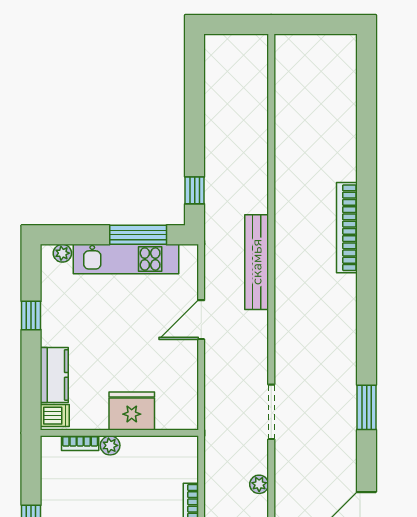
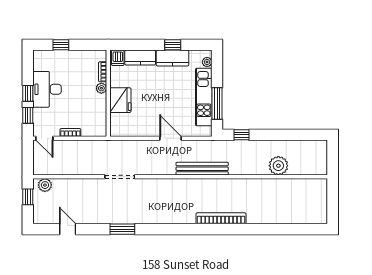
kitchen counter: (55, 316) -> (172, 58), added
plant: (259, 484) -> (278, 166), moved, width x1.88, depth x1.88

